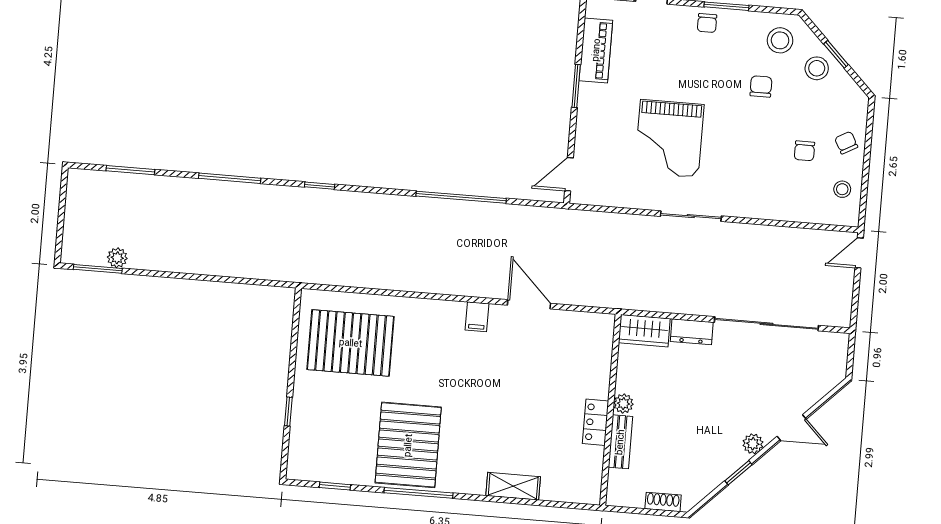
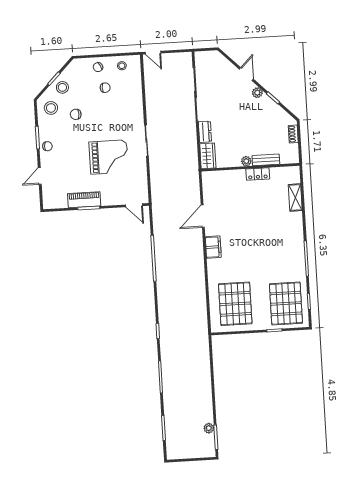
piano: (596, 50) -> (84, 200), moved
filing cabinet: (477, 317) -> (213, 247), width x2.00
pallet: (408, 445) -> (286, 303), moved, turned 90
shelving: (513, 486) -> (295, 198), moved

